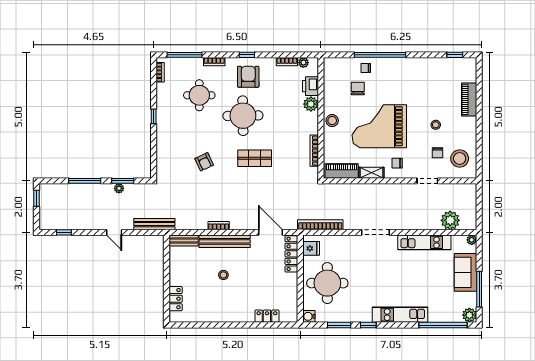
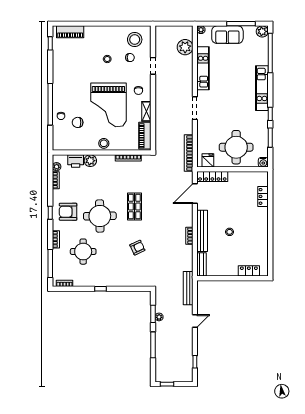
piano: (469, 100) -> (70, 32), moved

